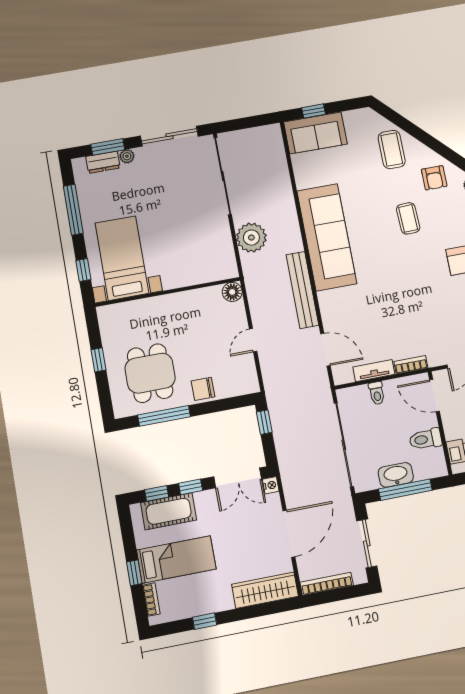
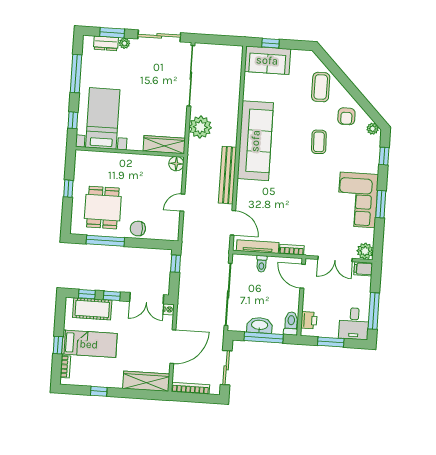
wardrobe: (210, 272) -> (164, 145), added
tv unit: (374, 371) -> (258, 247), width x1.41
toilet: (425, 439) -> (291, 323), moved, turned 90

